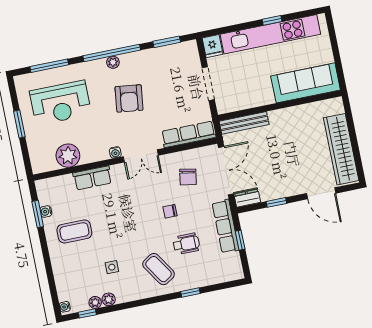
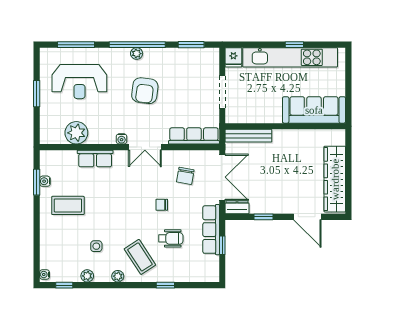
plant: (95, 302) -> (118, 276), moved

